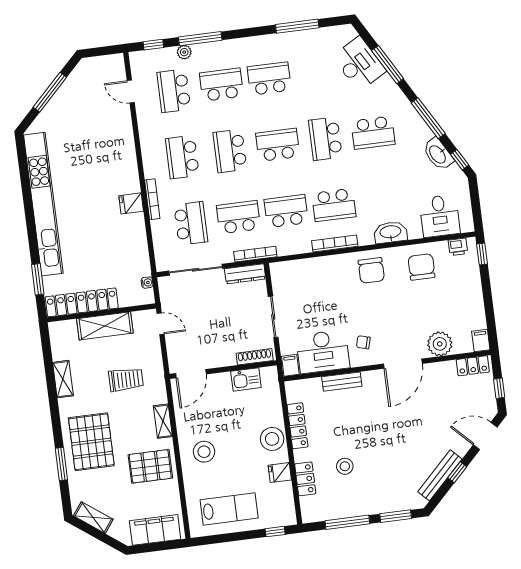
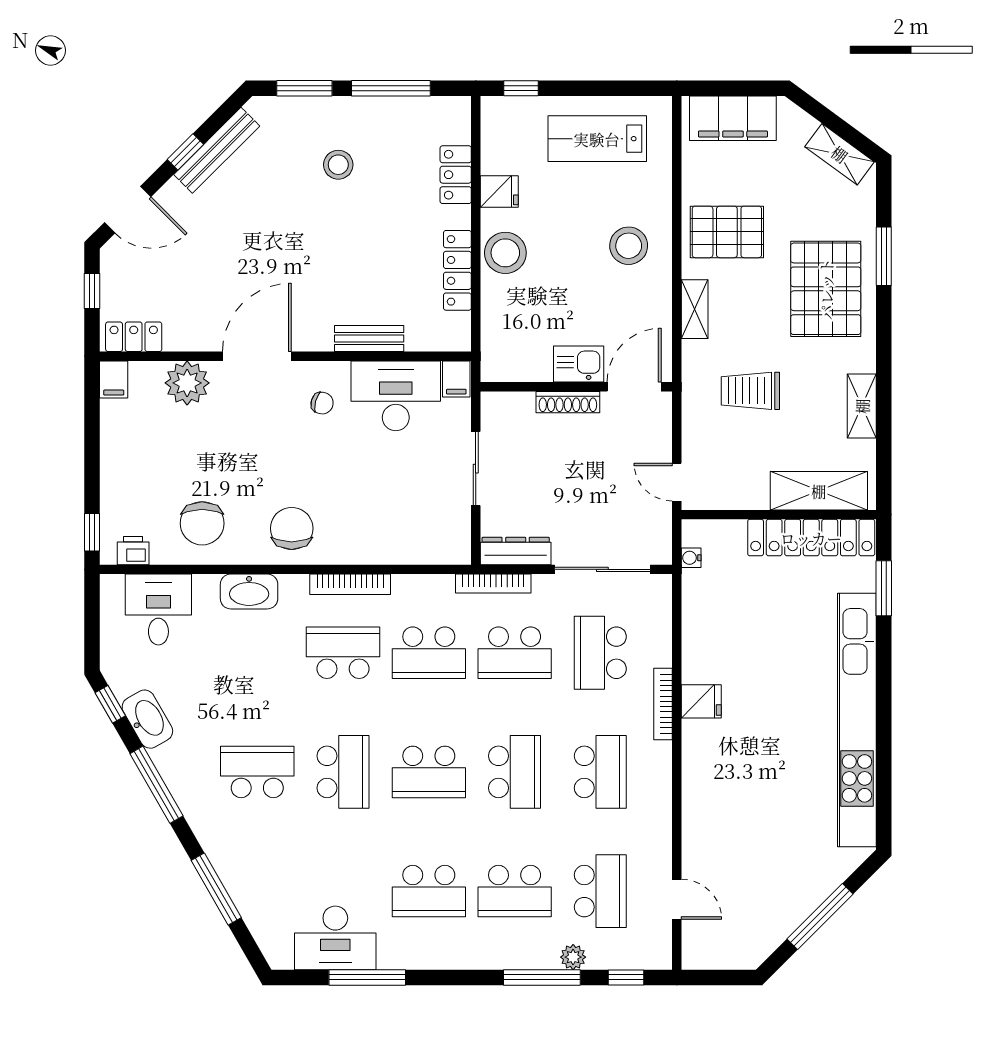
desk: (359, 64) -> (335, 938), moved, turned -60
shelving: (105, 326) -> (819, 491), moved
shoe rack: (255, 357) -> (568, 402), moved
kitchen sink: (246, 379) -> (579, 364), moved
stool: (345, 466) -> (338, 165), moved

